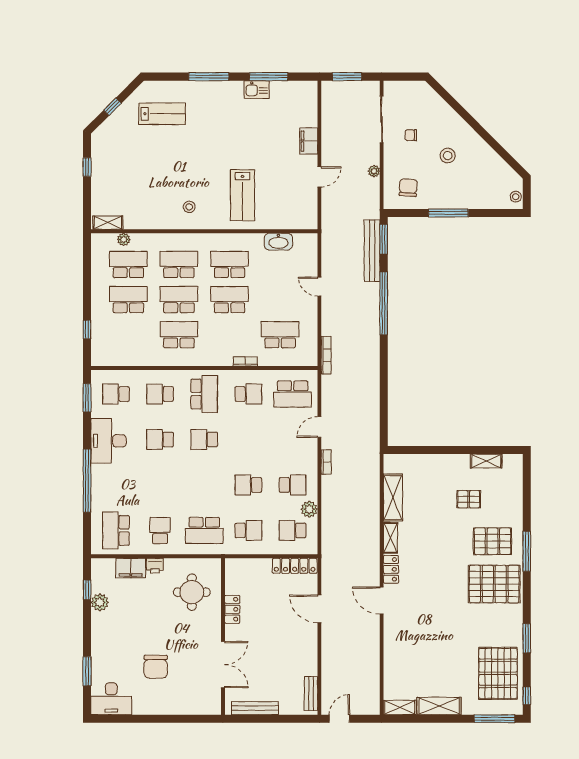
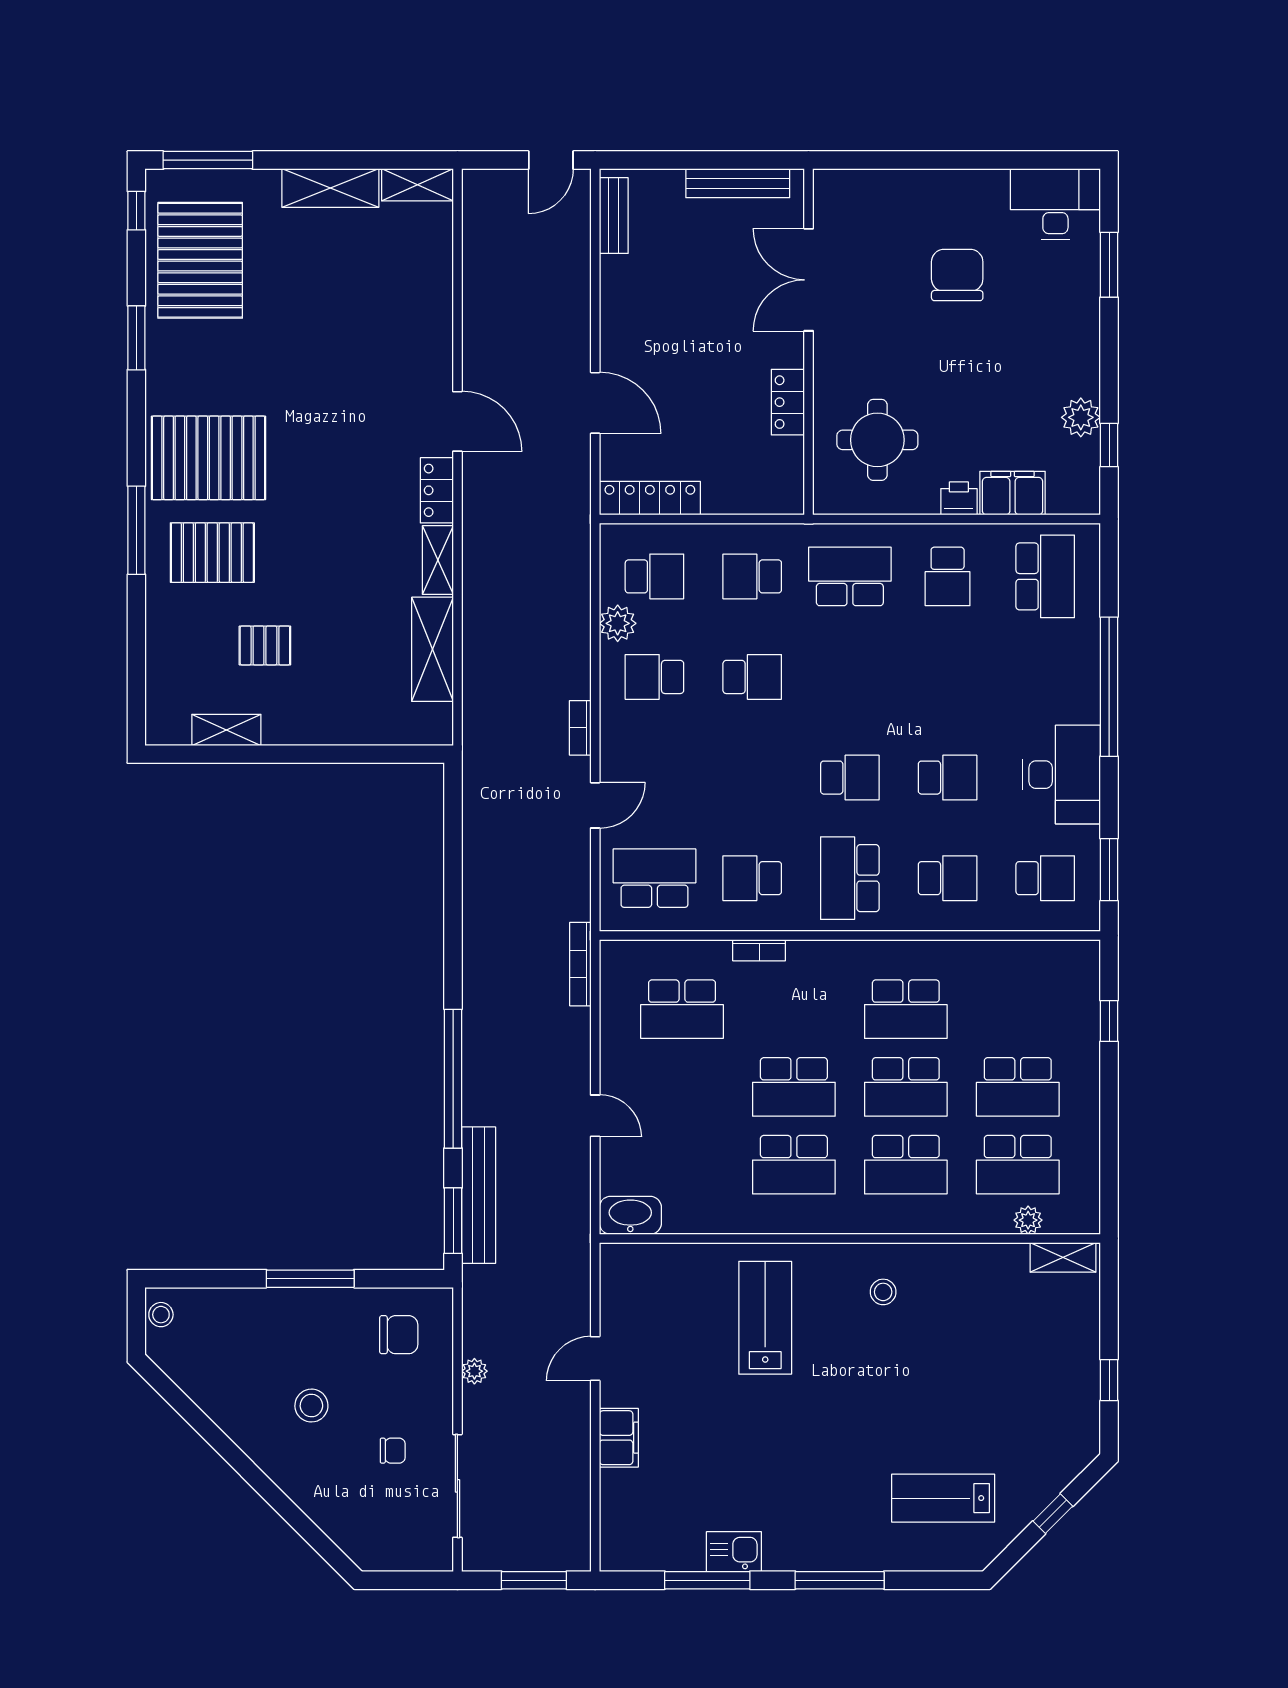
chair: (408, 188) -> (399, 1335), turned -94
washbasin: (278, 242) -> (630, 1215), moved

